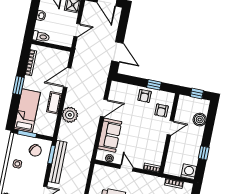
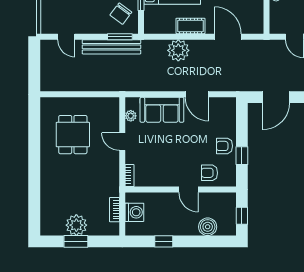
door: (127, 168) -> (122, 142), swing flipped
washing machine: (189, 172) -> (134, 212), moved

